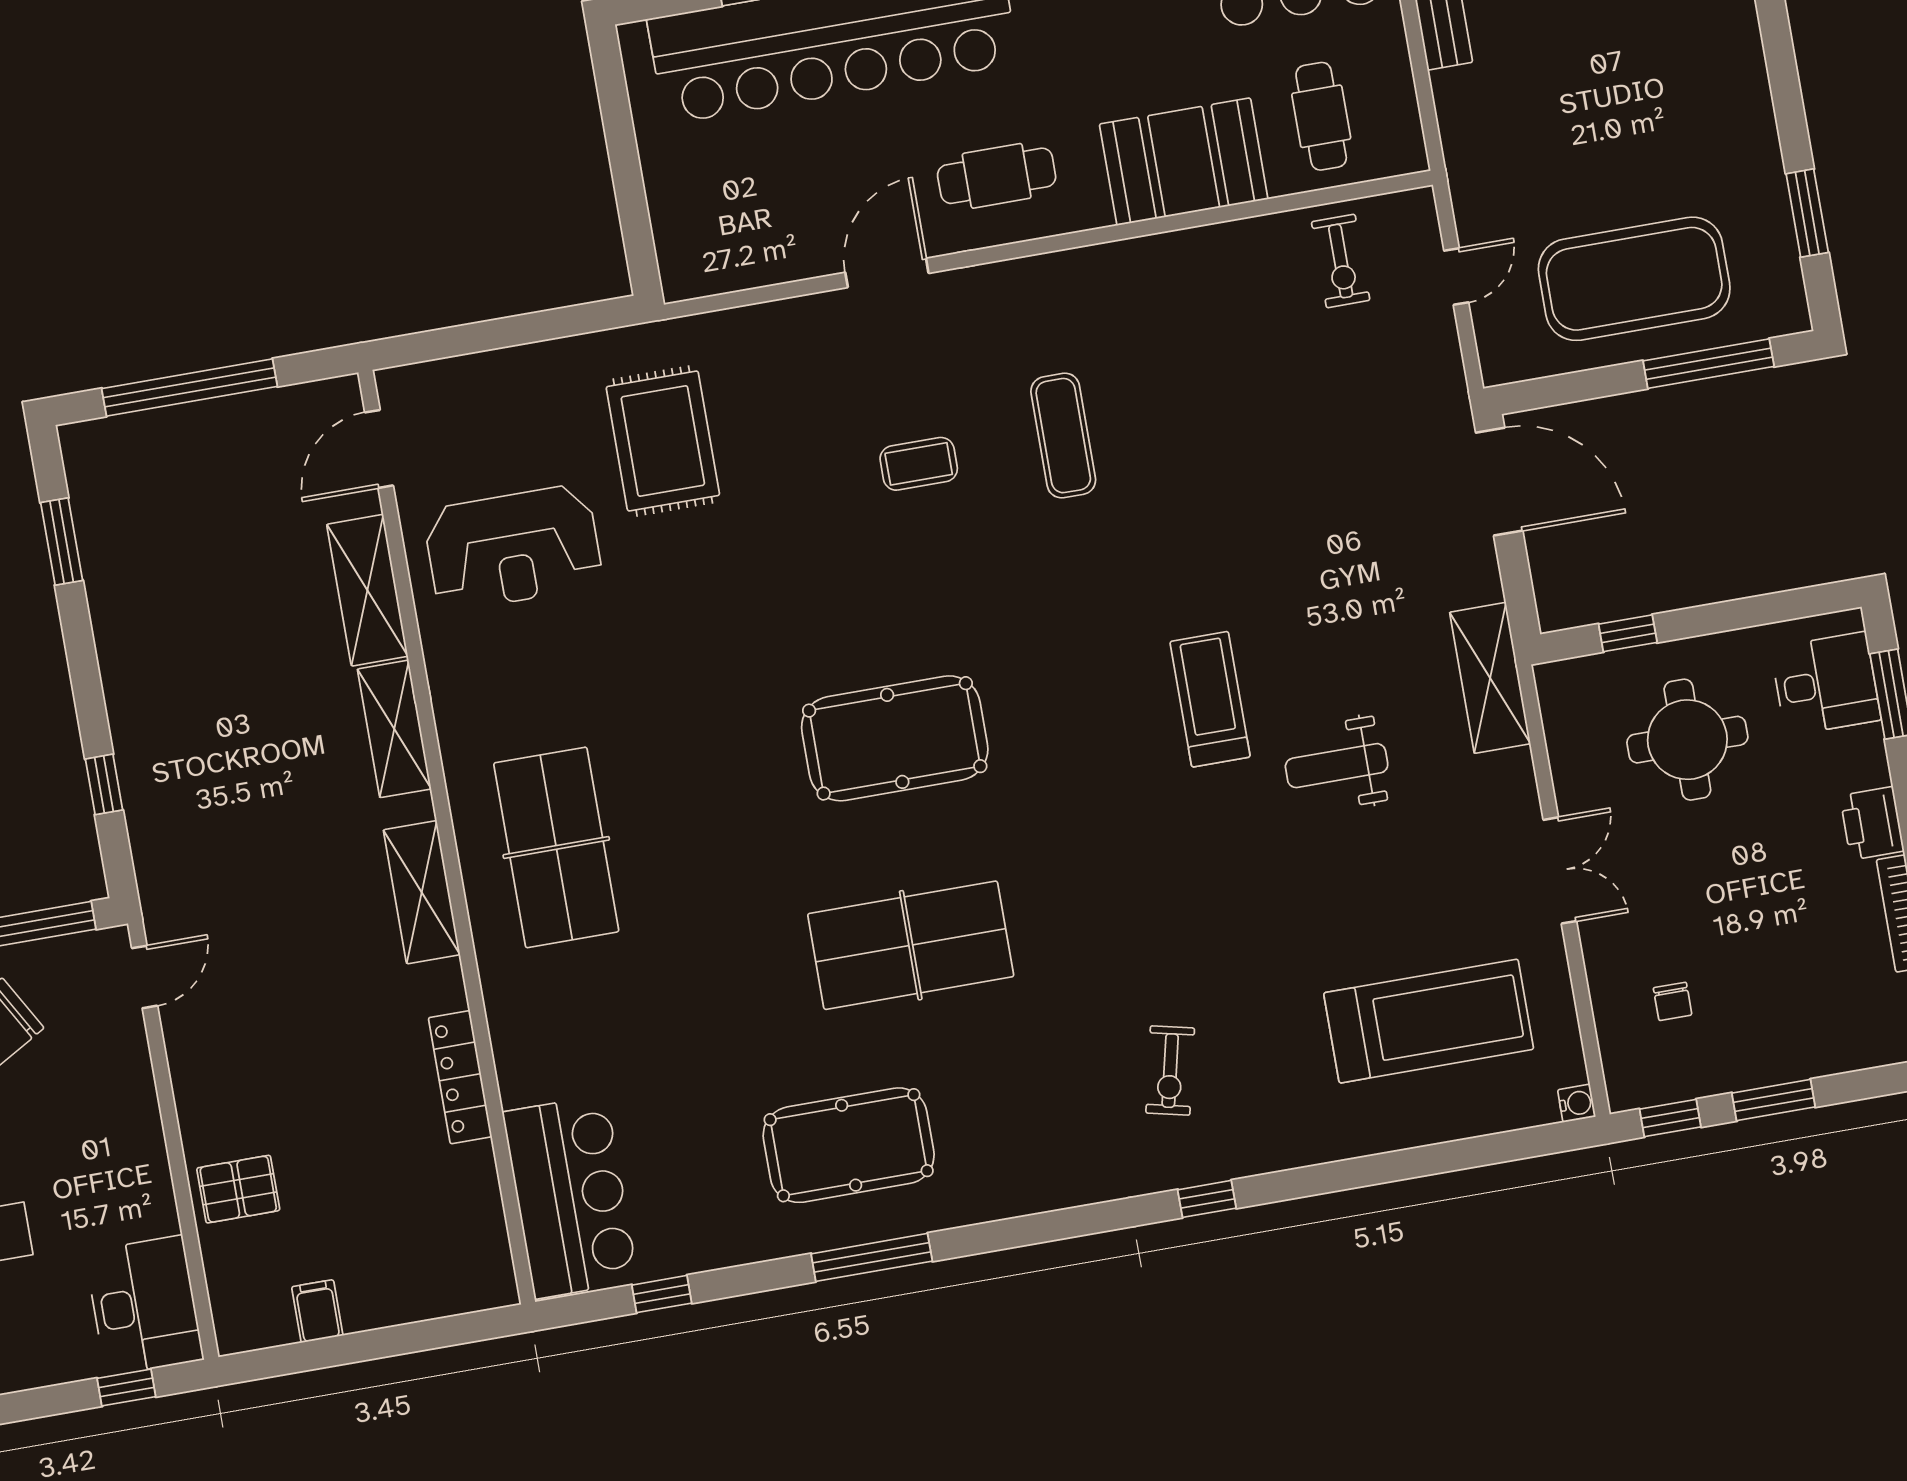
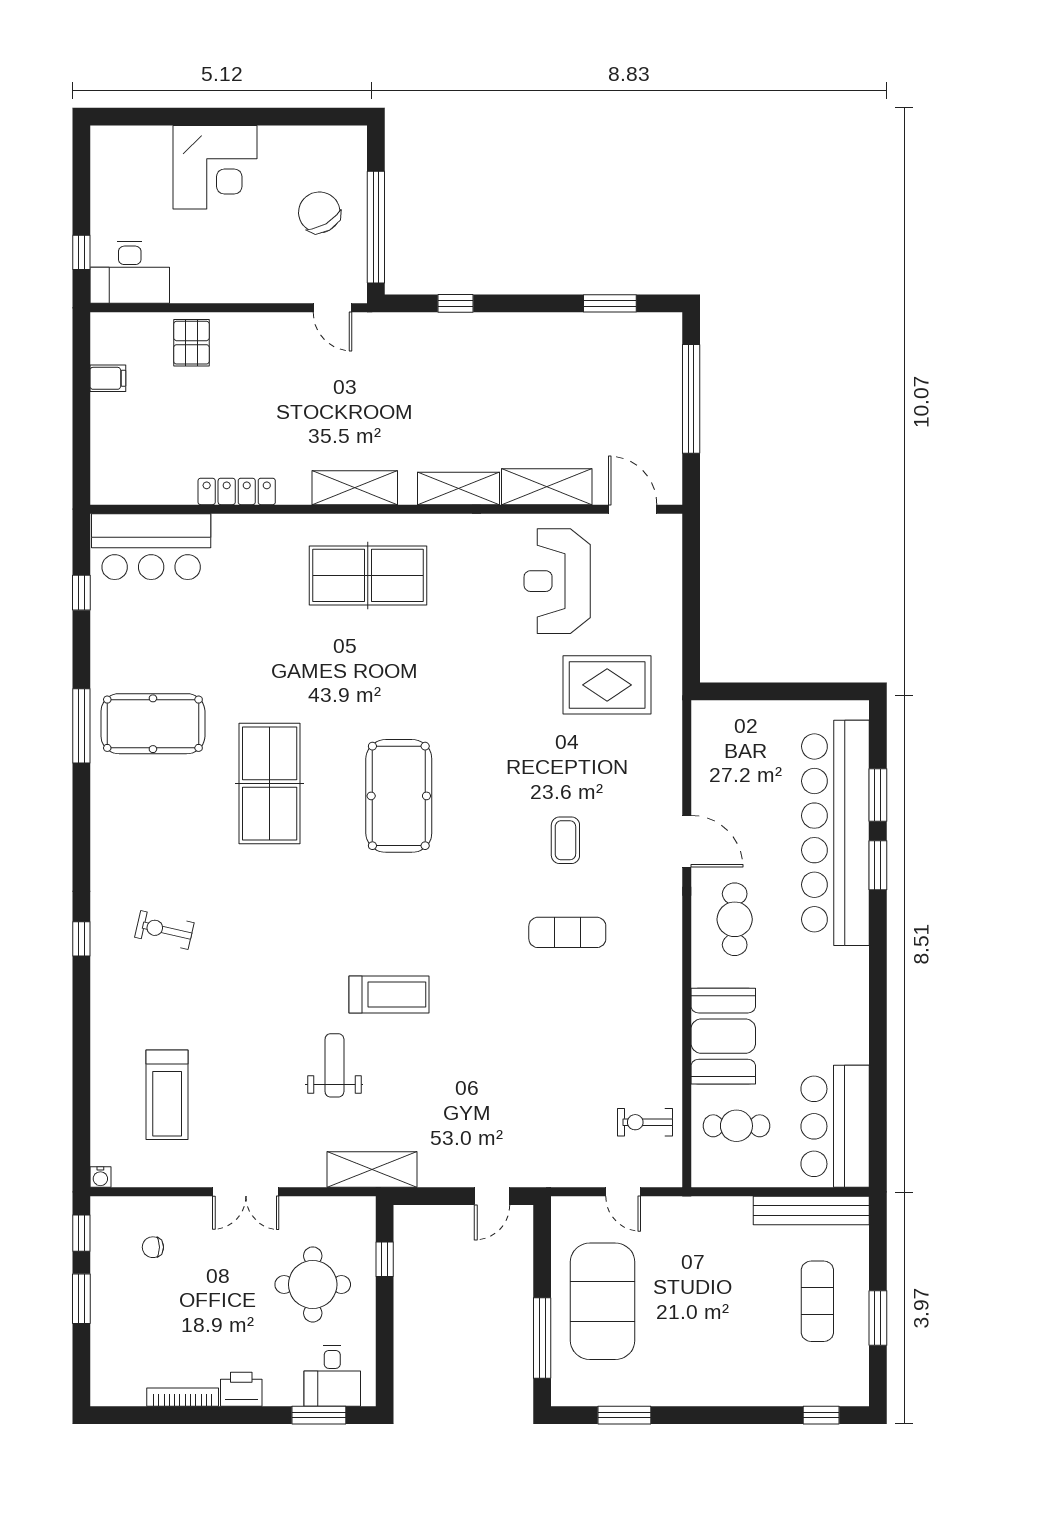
door: (1499, 482) -> (492, 1196), width x0.53
treadmill: (1429, 1021) -> (167, 1095), width x0.73, depth x0.73
pool table: (849, 1145) -> (153, 724), turned 90

